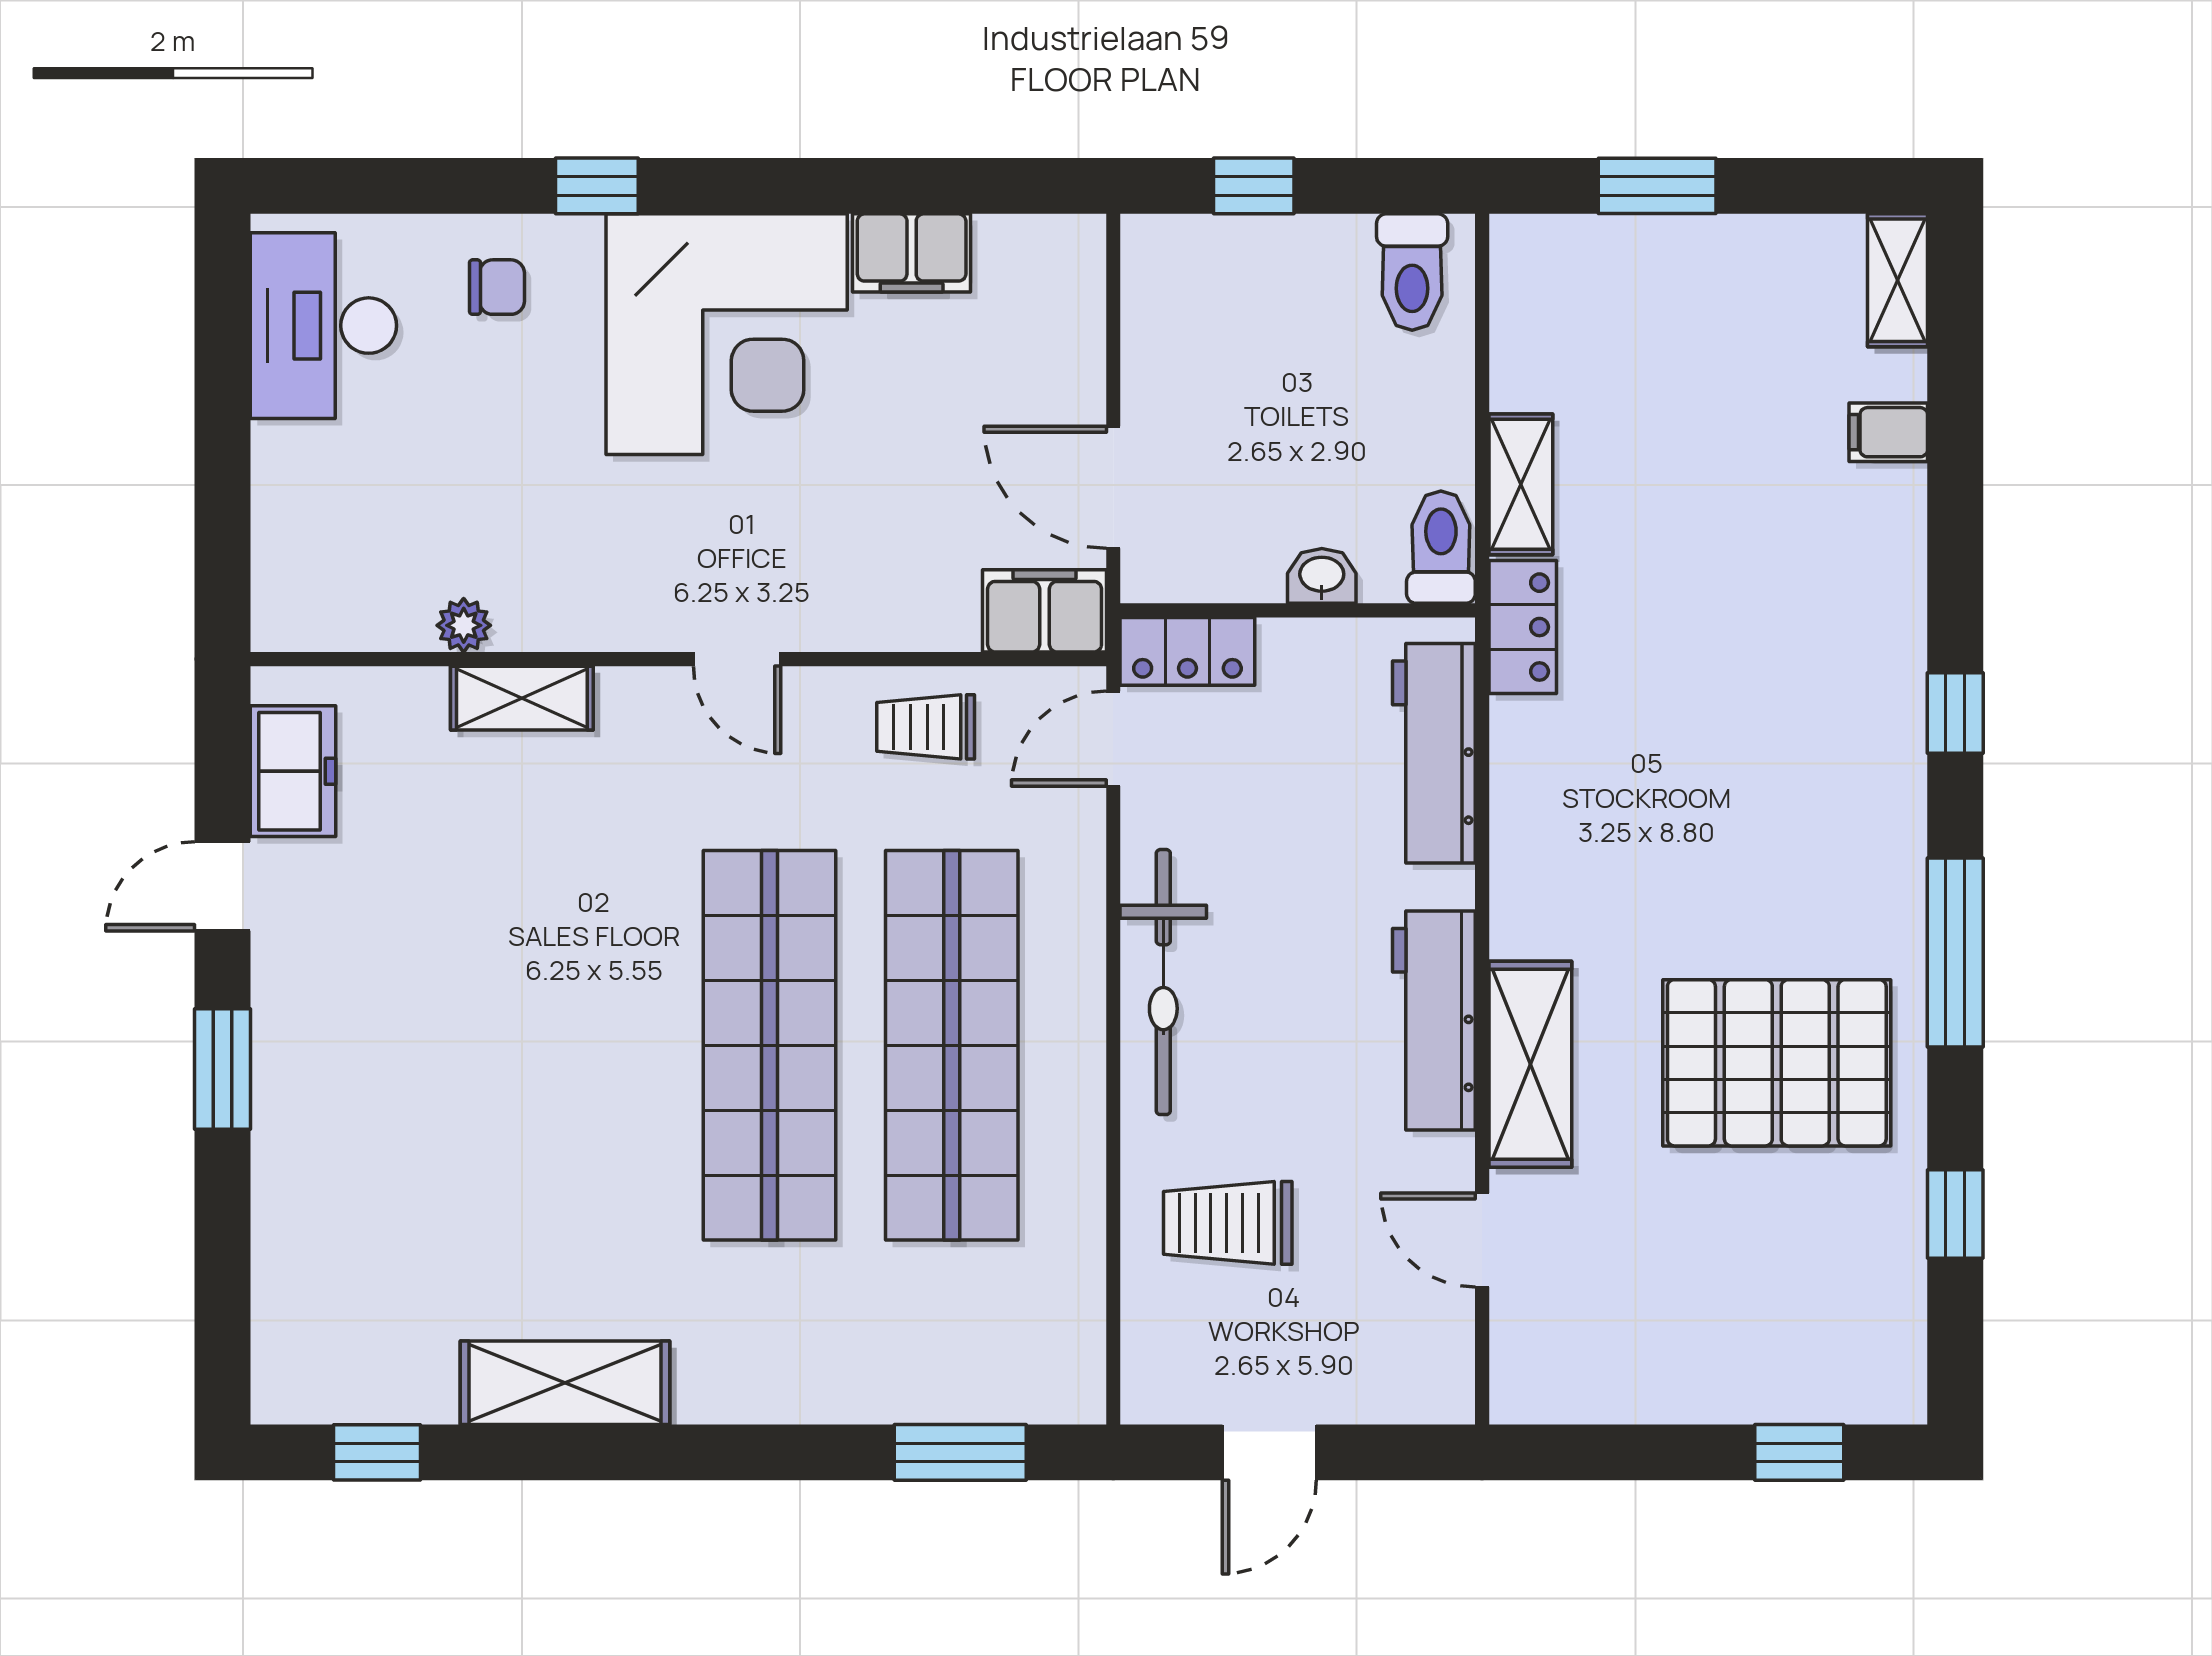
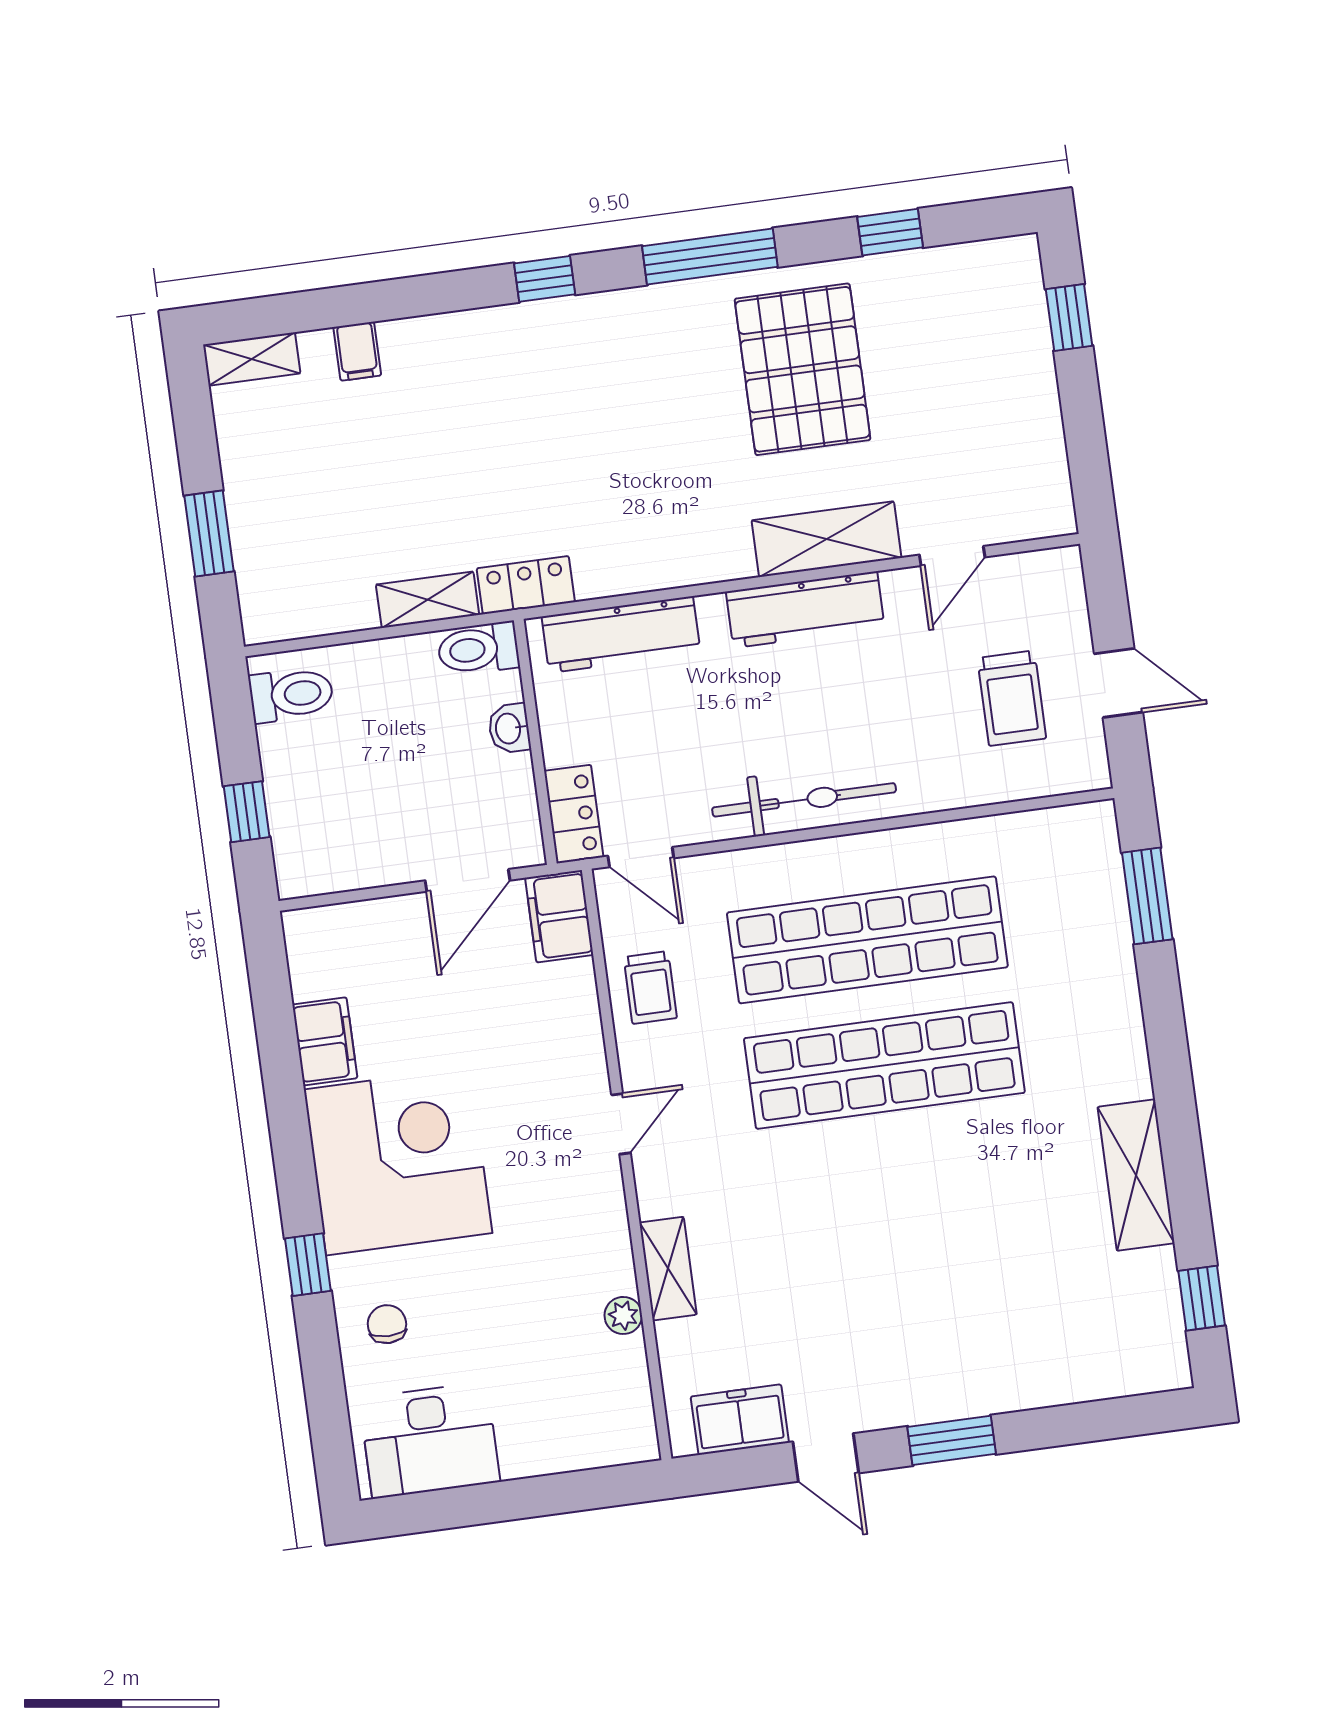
trolley: (1228, 1223) -> (1012, 698), moved

